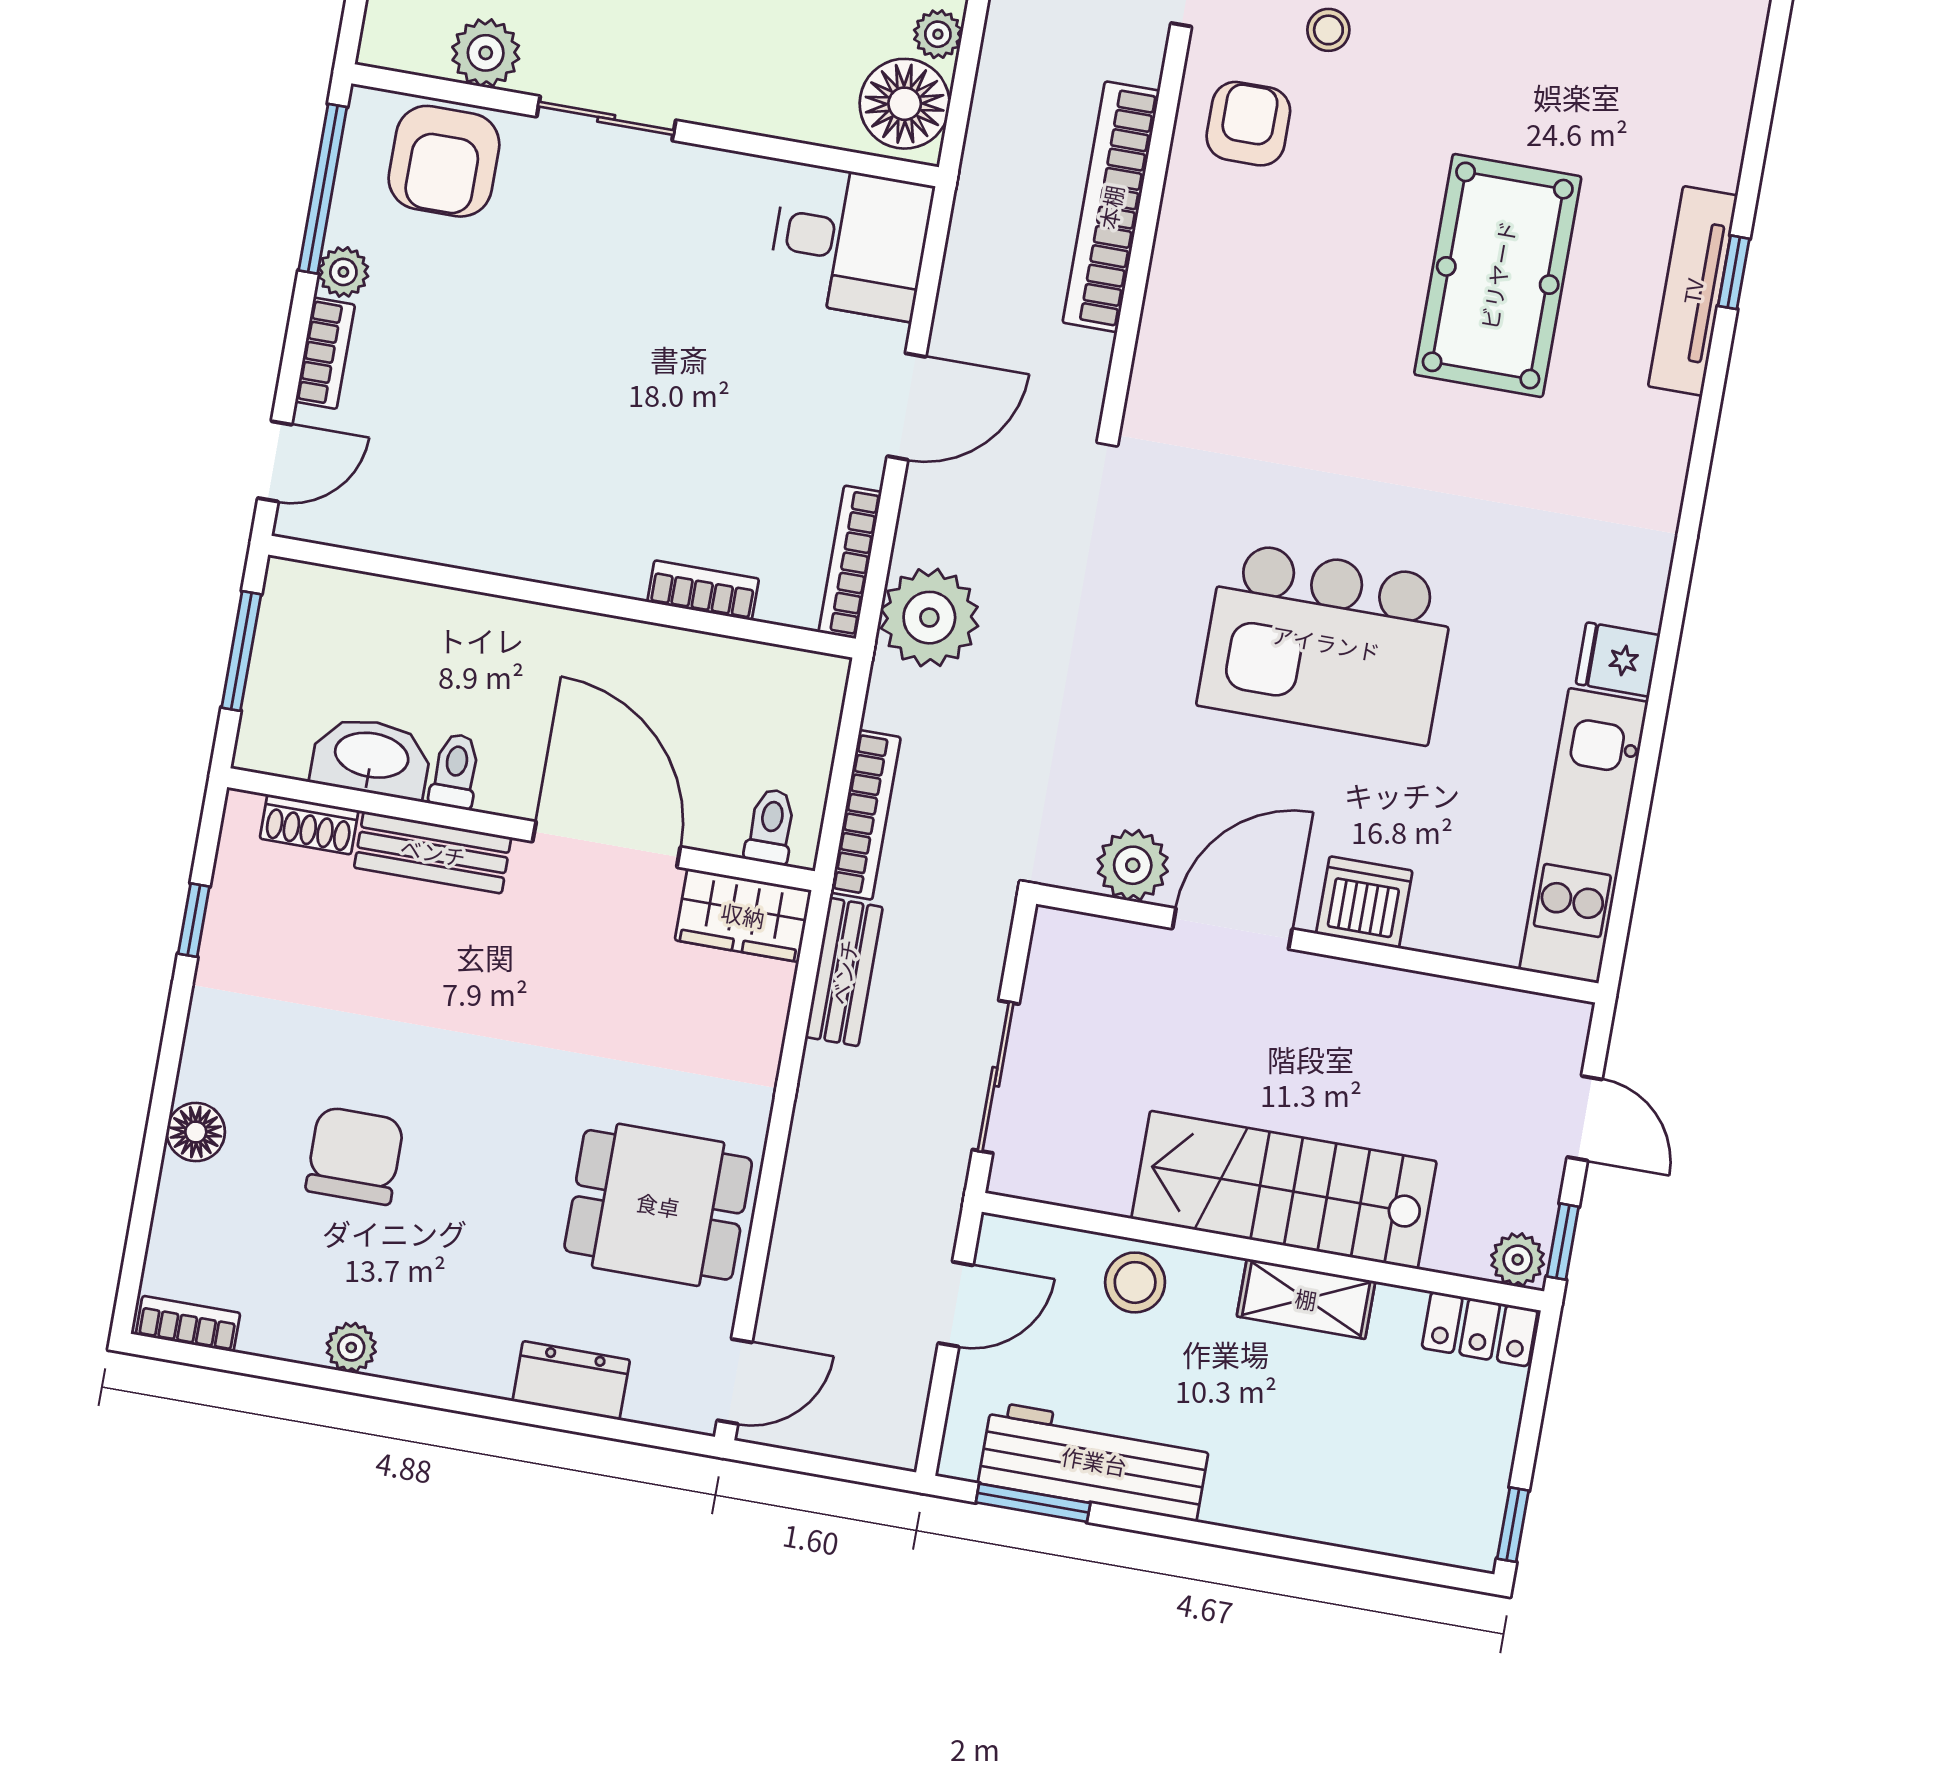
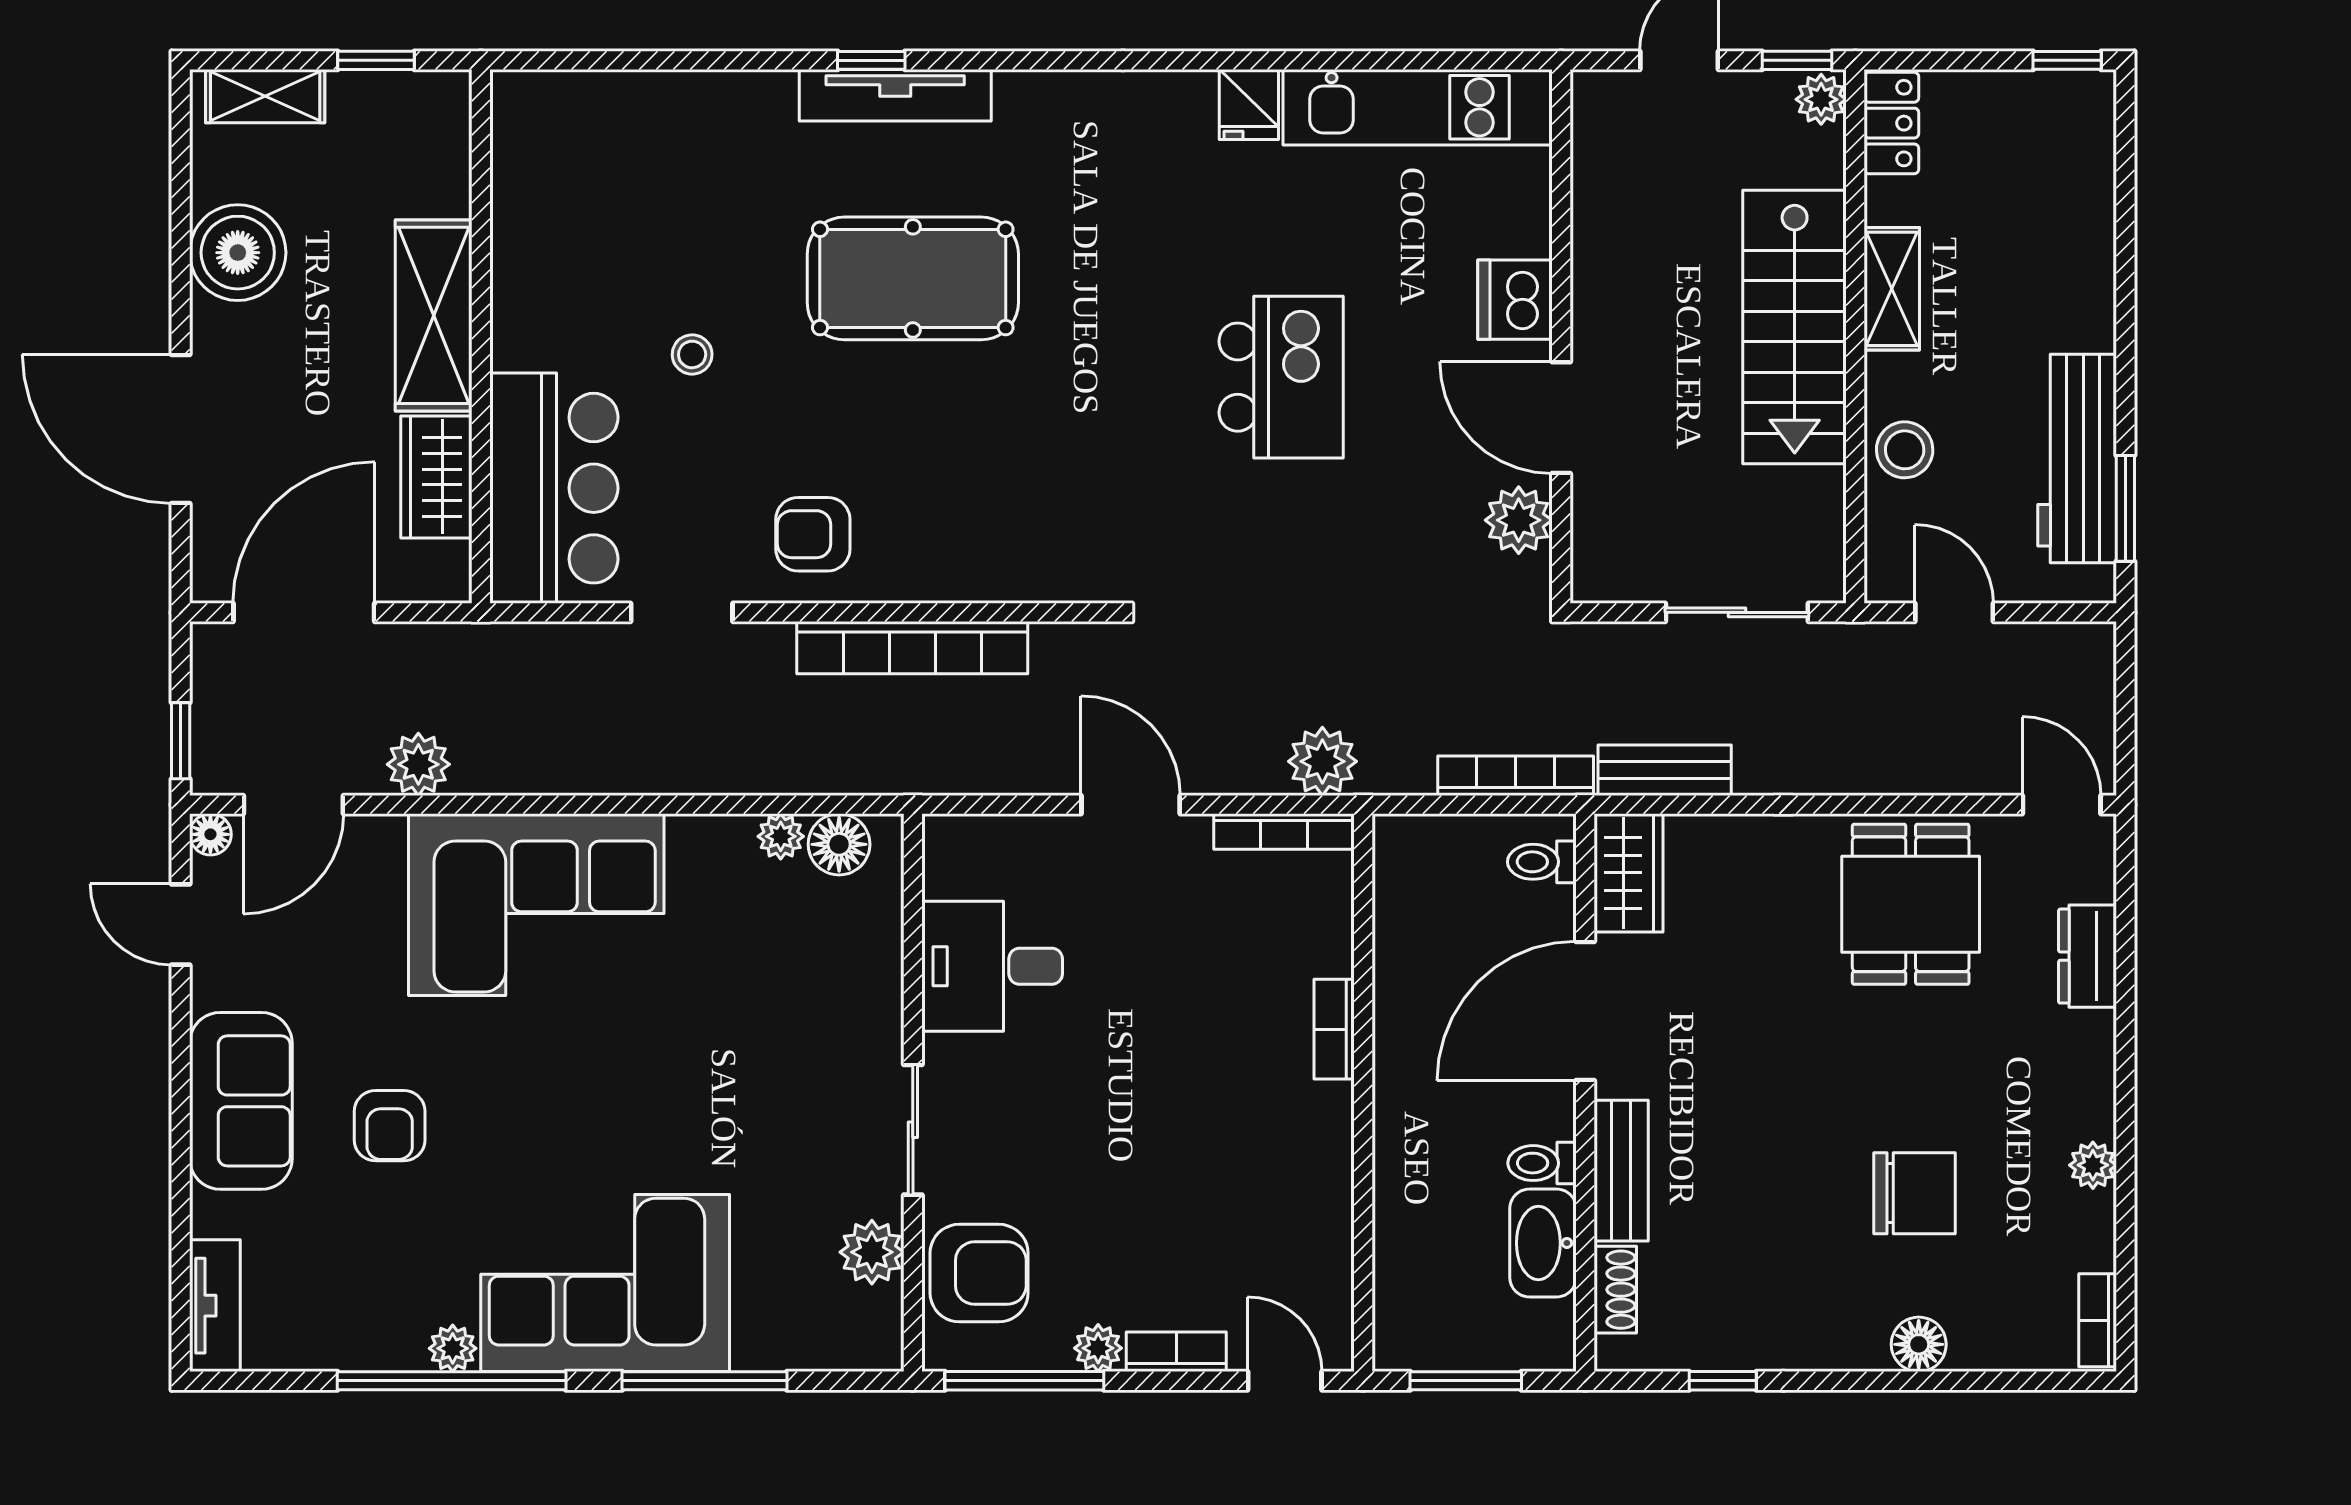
stool: (1328, 30) -> (692, 354), moved
floor lamp: (905, 104) -> (839, 844), width x0.73, depth x0.73
desk: (850, 241) -> (992, 966), moved, turned -90
bookcase: (703, 590) -> (1334, 1029), moved
plant: (929, 618) -> (1322, 761), width x0.73, depth x0.73
kitchen island: (1326, 643) -> (1281, 377), width x0.73, depth x0.78
chair: (355, 1156) -> (1915, 1193), turned 180

